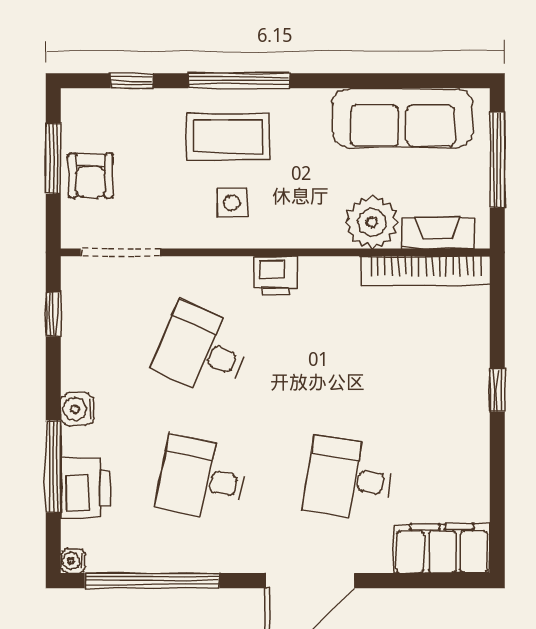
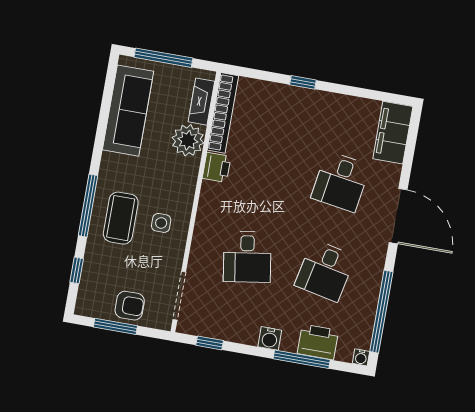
printer: (276, 276) -> (217, 167), moved
desk: (202, 350) -> (247, 257), turned -33

